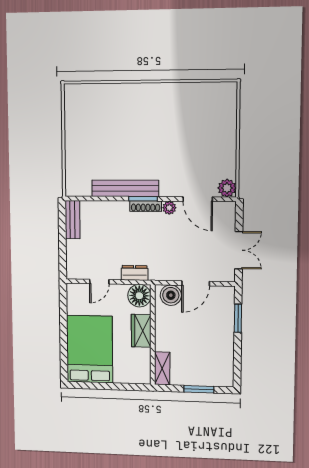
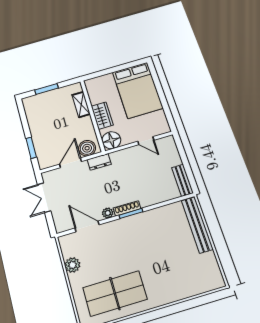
table tennis table: (188, 112) -> (115, 293), added
bench: (125, 188) -> (197, 225), moved, turned 90
plant: (227, 188) -> (72, 265), moved
dresser: (135, 273) -> (99, 162), moved
door: (99, 282) -> (146, 141), swing flipped
shelving: (162, 368) -> (81, 104), moved

